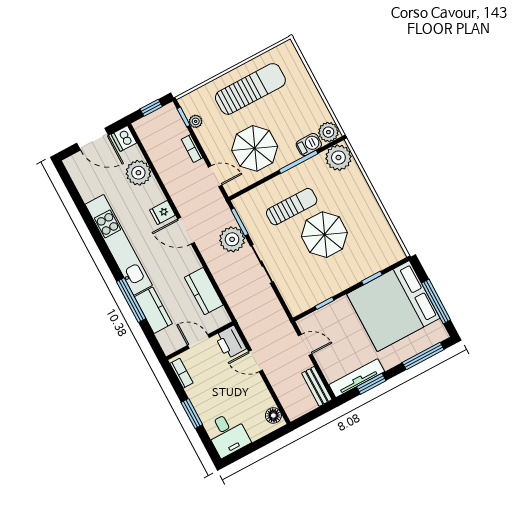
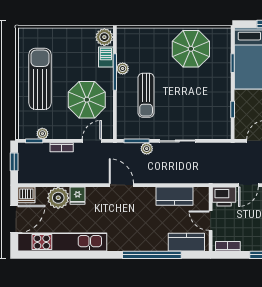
plant: (338, 158) -> (123, 69), moved, width x0.53, depth x0.53
sun lounger: (292, 207) -> (146, 95), turned 180
fridge: (162, 213) -> (78, 196), moved
door: (186, 231) -> (121, 185), swing flipped
parasol: (324, 235) -> (191, 49), moved
plant: (232, 239) -> (147, 149), width x0.53, depth x0.53
kitchen unit: (119, 245) -> (62, 242), moved
window: (131, 300) -> (152, 255), width x1.46
kitchen counter: (153, 310) -> (186, 242), moved
door: (198, 341) -> (211, 221), hinge flipped

